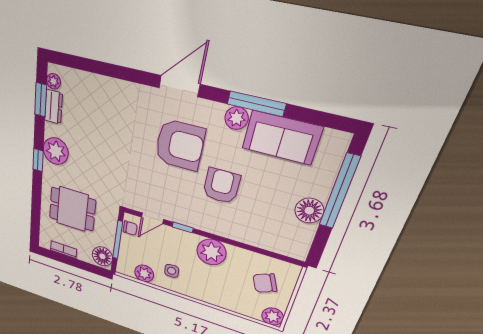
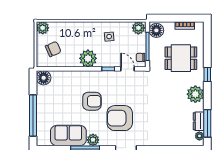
window: (41, 100) -> (207, 123), width x1.44
window: (38, 160) -> (207, 74), moved
armchair: (221, 186) -> (92, 101), turned -90
floor lamp: (309, 211) -> (44, 78), moved
door: (152, 218) -> (127, 69), hinge flipped
plant: (144, 273) -> (138, 28), moved

